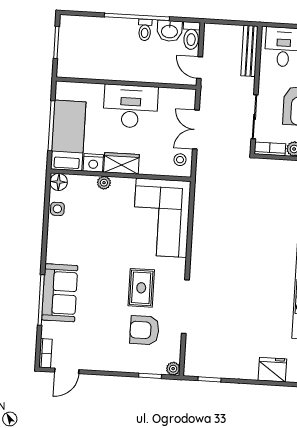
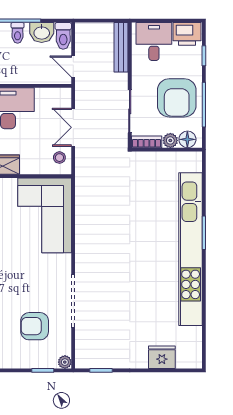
rug: (141, 288) -> (29, 285), removed

